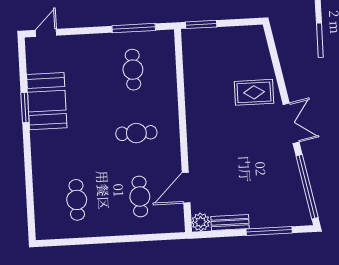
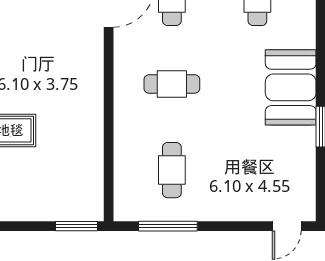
booth: (47, 101) -> (291, 87), moved

